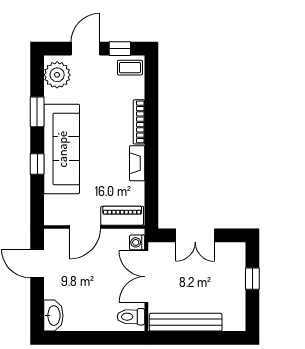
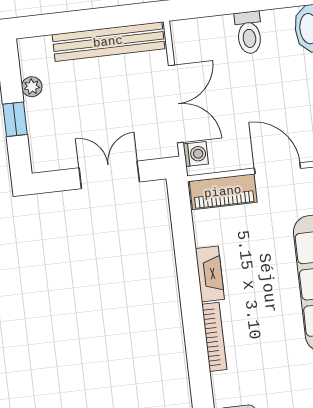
door: (85, 227) -> (277, 168), hinge flipped
plant: (239, 299) -> (32, 87), added
toilet: (131, 317) -> (249, 33), moved, turned 90

